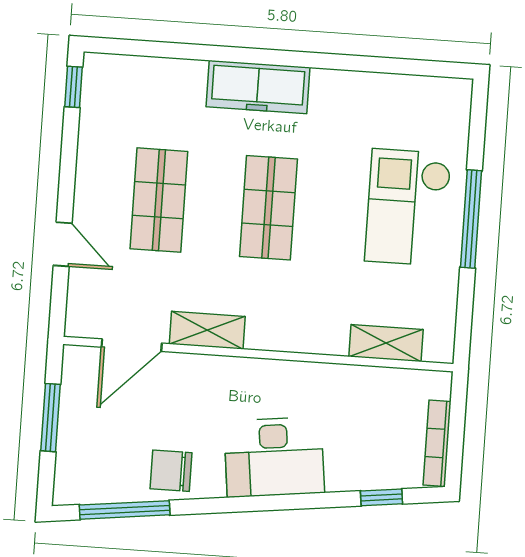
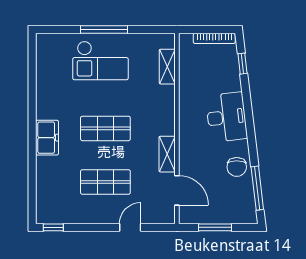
freezer: (258, 87) -> (47, 138), width x0.71

